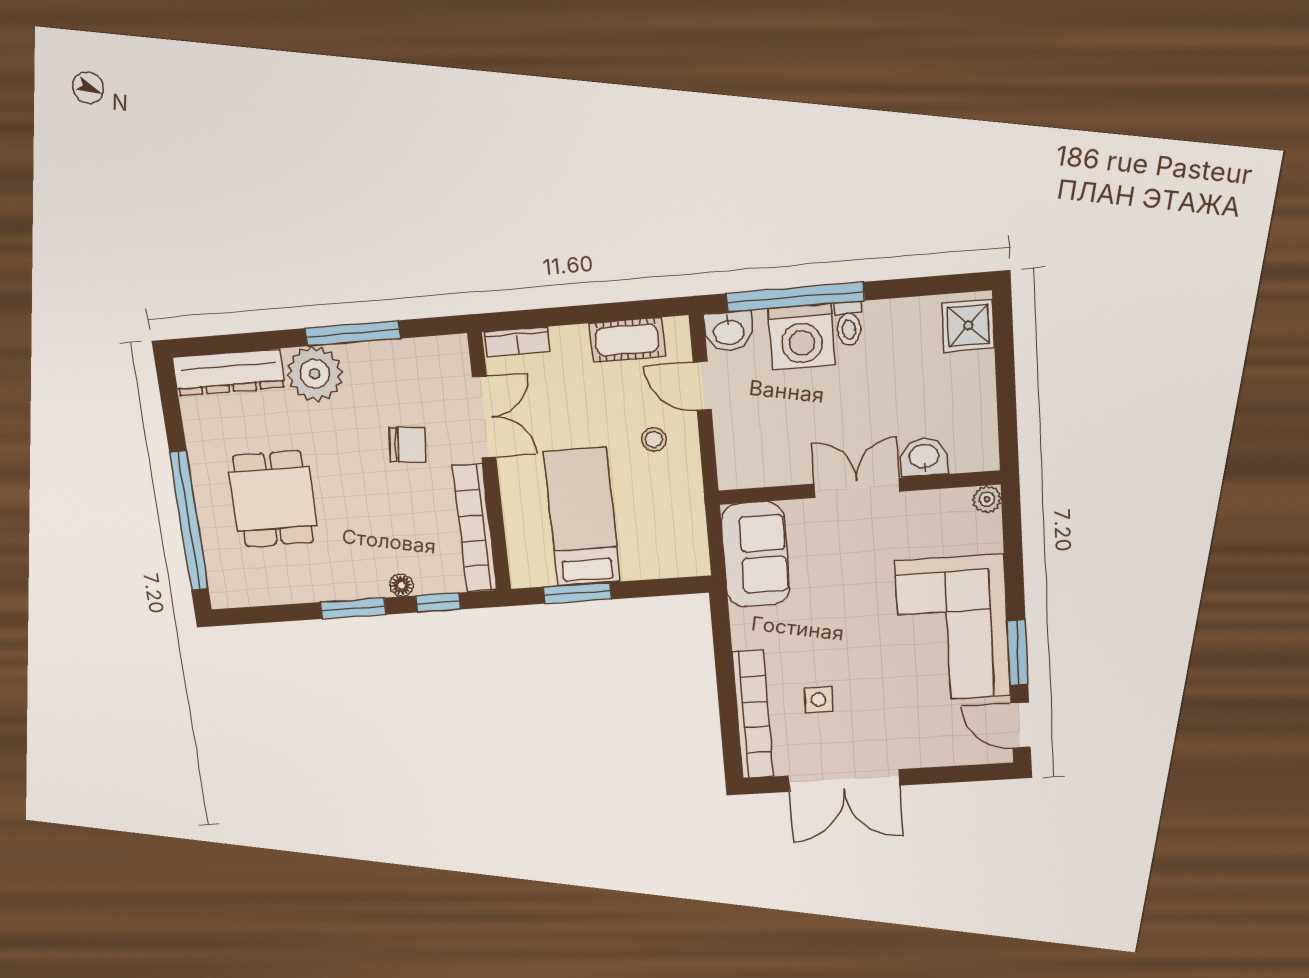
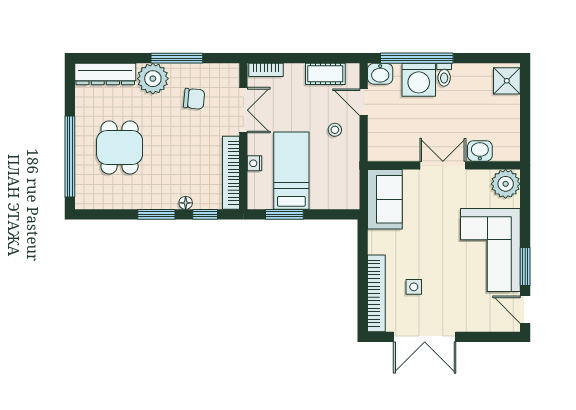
chair: (408, 445) -> (194, 99), moved
plant: (987, 499) -> (506, 184), width x1.88, depth x1.88
nightstand: (515, 509) -> (254, 163), added

